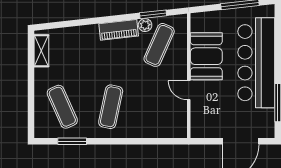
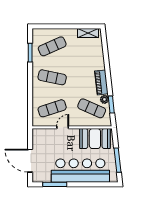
booth: (206, 56) -> (95, 139), moved
exercise mat: (159, 107) -> (52, 108), added

